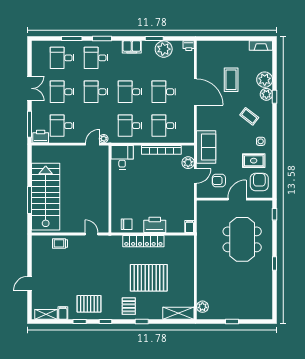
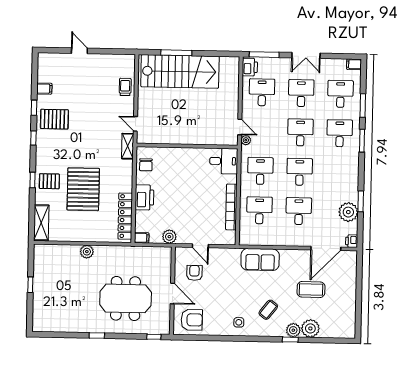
fireplace: (261, 46) -> (350, 325), removed
filing cabinet: (132, 47) -> (354, 64), moved, width x0.50
door: (195, 92) -> (326, 248), moved
sofa: (206, 147) -> (260, 259), moved
rug: (254, 161) -> (217, 314), removed
plant: (188, 163) -> (169, 237), moved
door: (92, 234) -> (135, 124), swing flipped
locker: (143, 241) -> (125, 216), moved
pallet: (89, 304) -> (54, 119), turned 90
pallet: (129, 306) -> (49, 181), moved
plant: (202, 307) -> (87, 252), moved
shelving: (46, 314) -> (128, 146), moved

